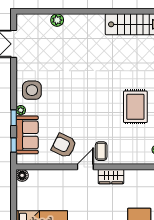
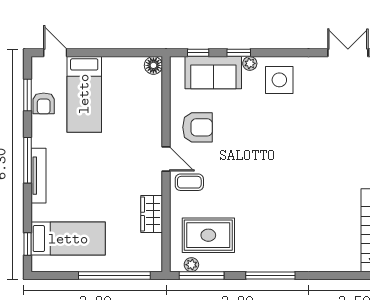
rug: (135, 107) -> (208, 235), moved
armchair: (64, 146) -> (198, 127), turned 64
wardrobe: (111, 177) -> (152, 214), moved

